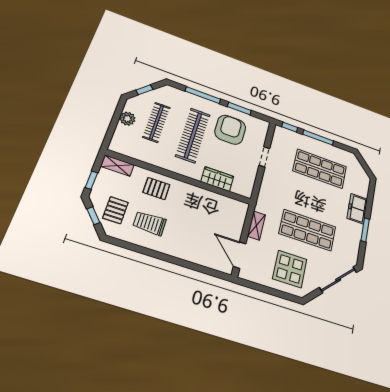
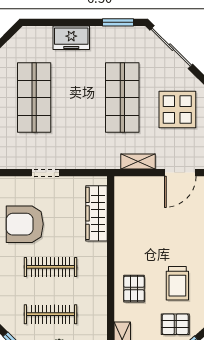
clothes rail: (193, 135) -> (50, 267), width x0.73, depth x0.76
wardrobe: (217, 179) -> (96, 213), width x1.50
window: (365, 230) -> (118, 22), moved

